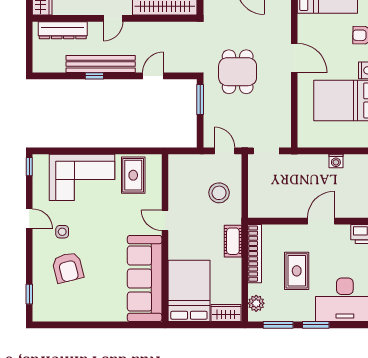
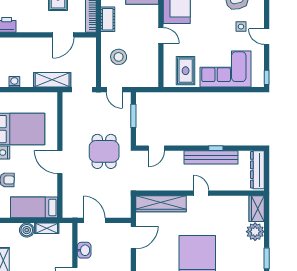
door: (113, 18) -> (201, 193), hinge flipped
dresser: (63, 30) -> (257, 170), moved, turned -90
door: (153, 76) -> (156, 148), moved
window: (200, 100) -> (133, 116), moved
washing machine: (336, 161) -> (14, 82), moved
shelving: (304, 164) -> (52, 80), added
door: (321, 221) -> (63, 35), moved

